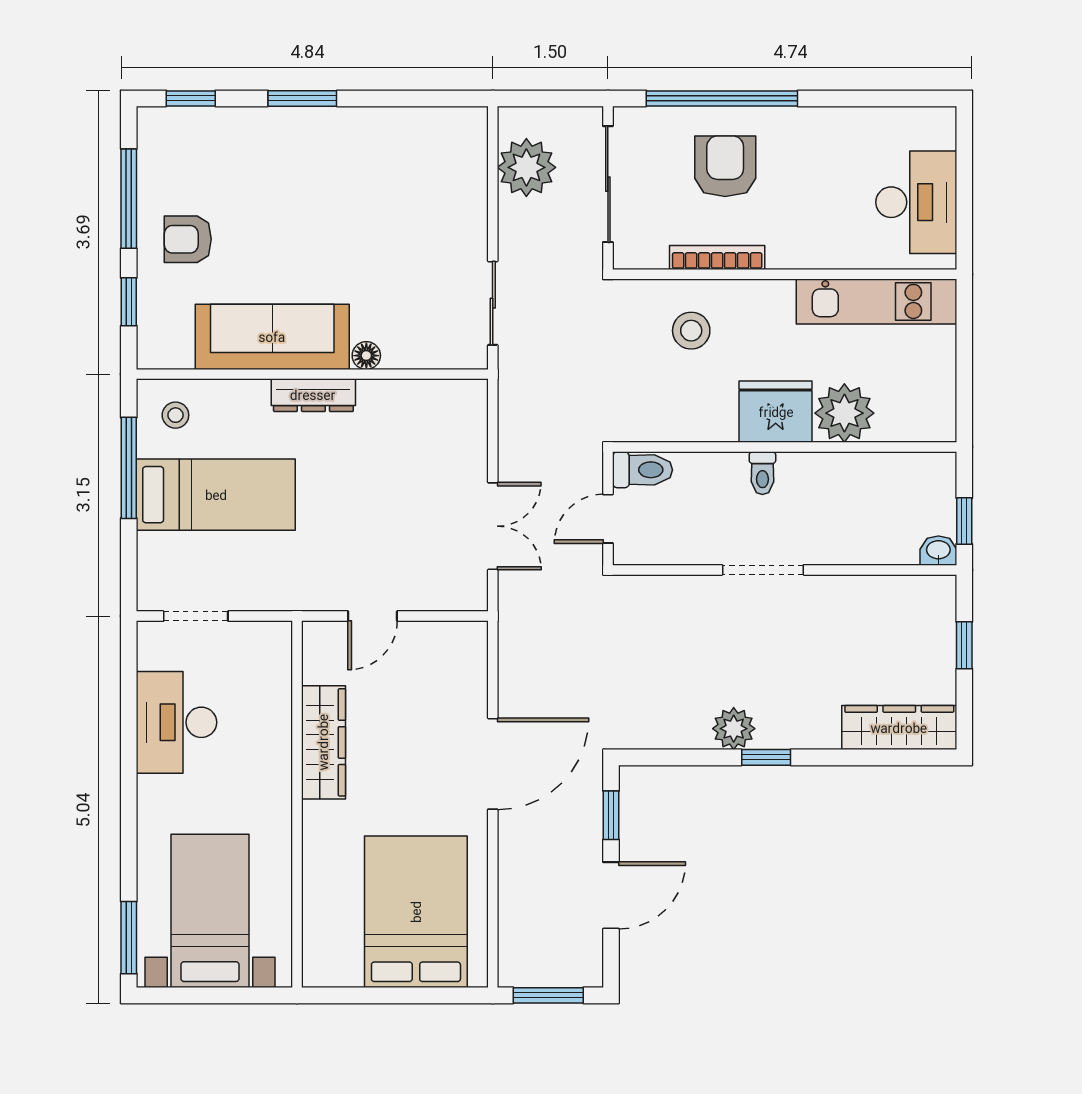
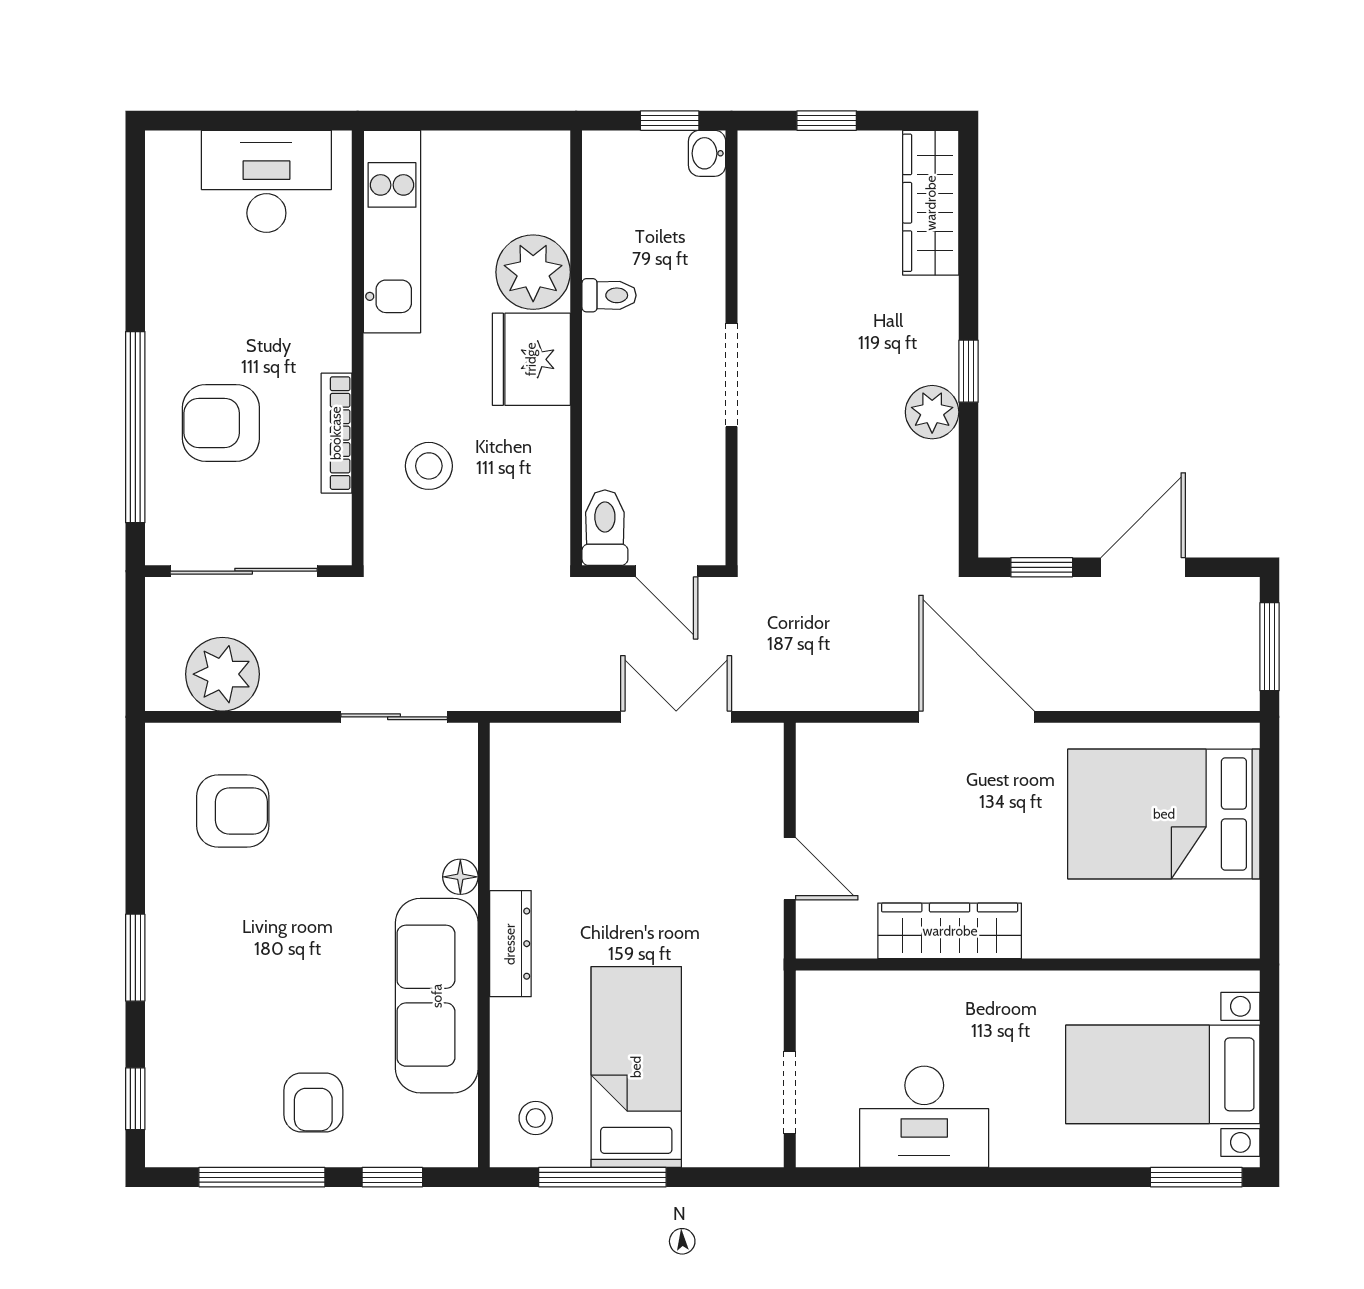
armchair: (418, 175) -> (233, 811), added
toilet: (762, 473) -> (609, 295), moved
door: (611, 895) -> (1143, 567), hinge flipped

